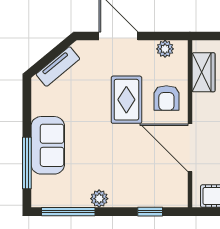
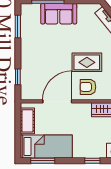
plant: (99, 199) -> (26, 46), removed
window: (68, 212) -> (18, 26), width x0.69

